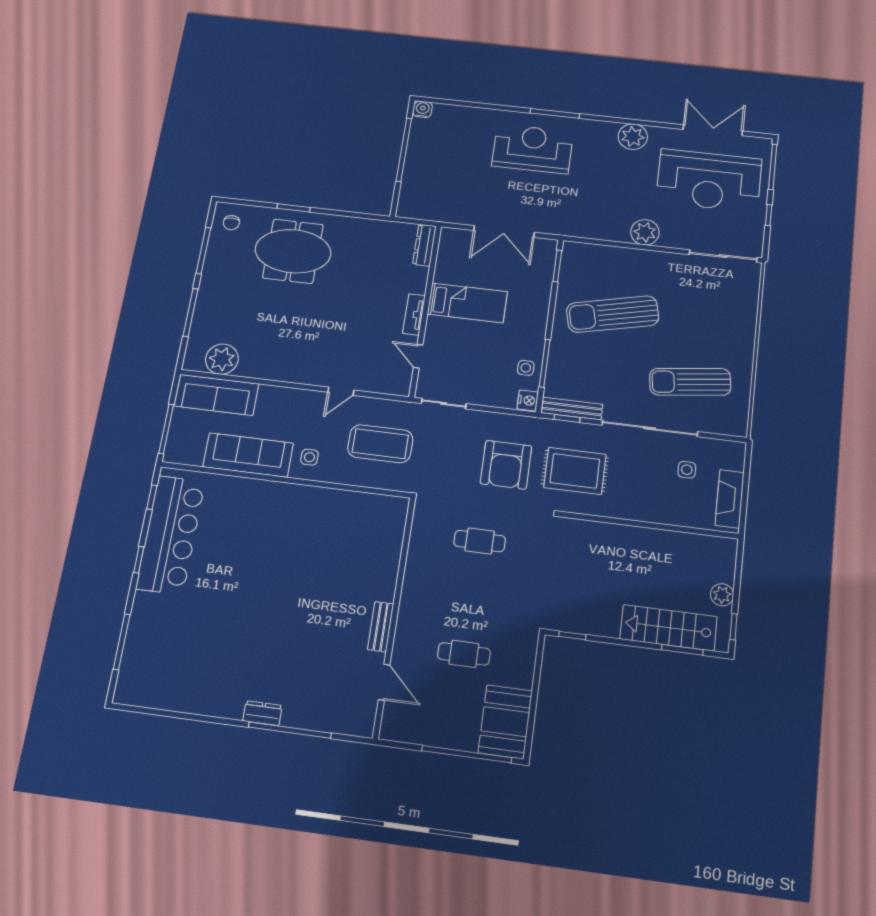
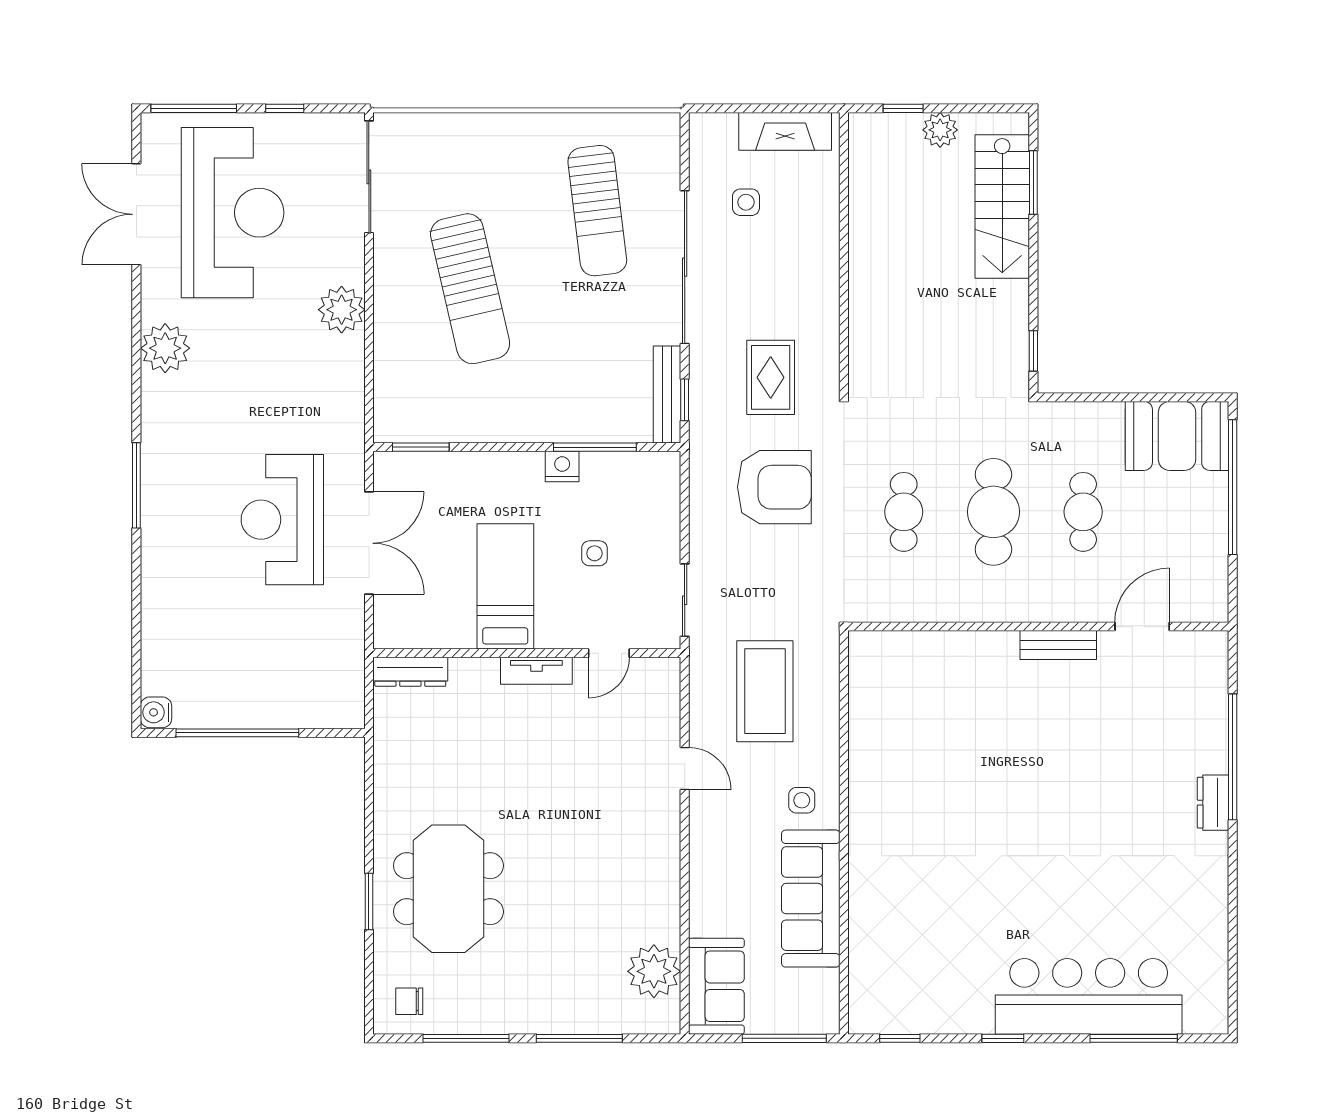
reception desk: (533, 149) -> (282, 520), moved
chair: (231, 223) -> (409, 1001), turned 180
sun lounger: (613, 314) -> (470, 289), moved
side table: (526, 368) -> (594, 553), moved
sofa: (216, 395) -> (716, 986), width x0.73
nightstand: (528, 400) -> (562, 466), moved
rug: (575, 471) -> (771, 377), width x0.73, depth x0.70
bar counter: (171, 535) -> (1089, 996), moved
cafe table: (472, 597) -> (993, 512), added
window: (733, 627) -> (903, 108), moved

